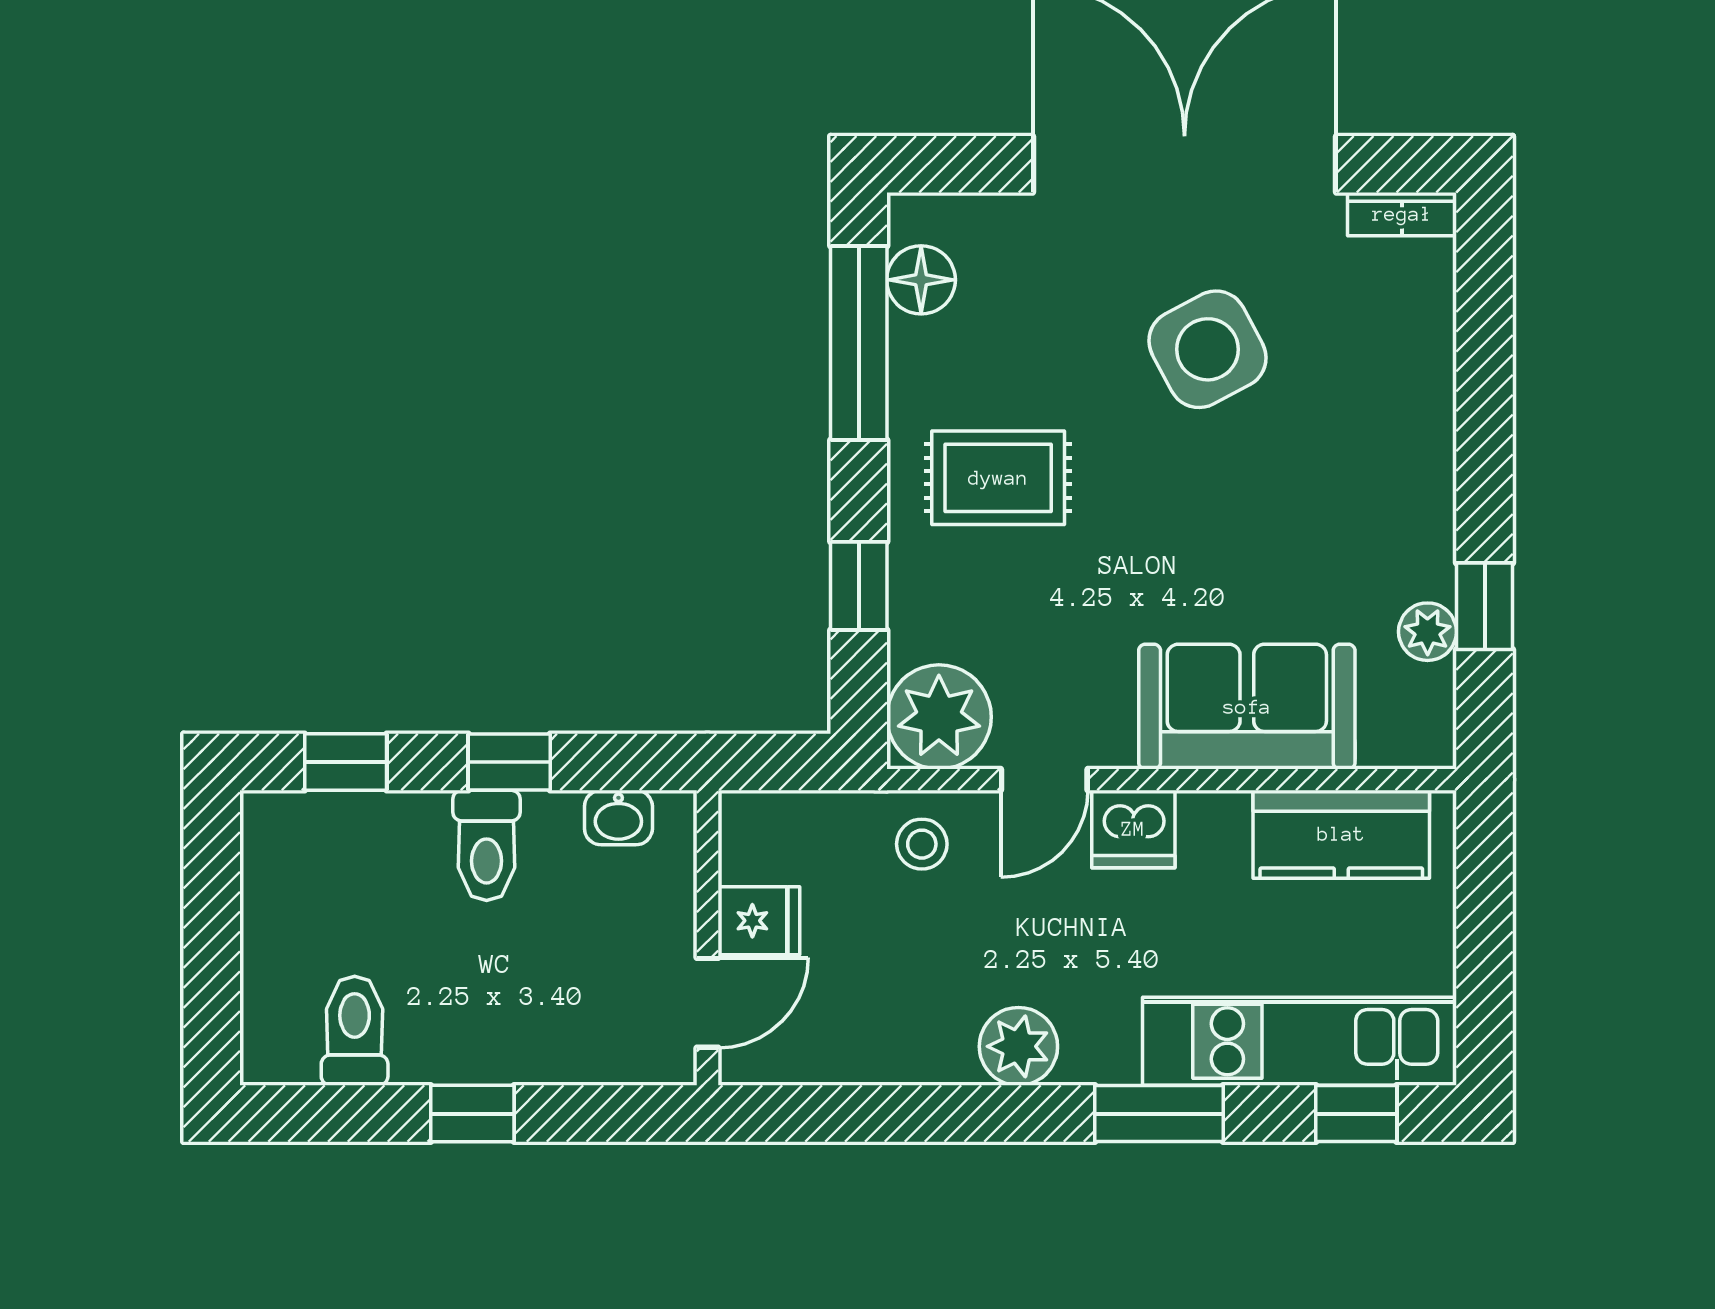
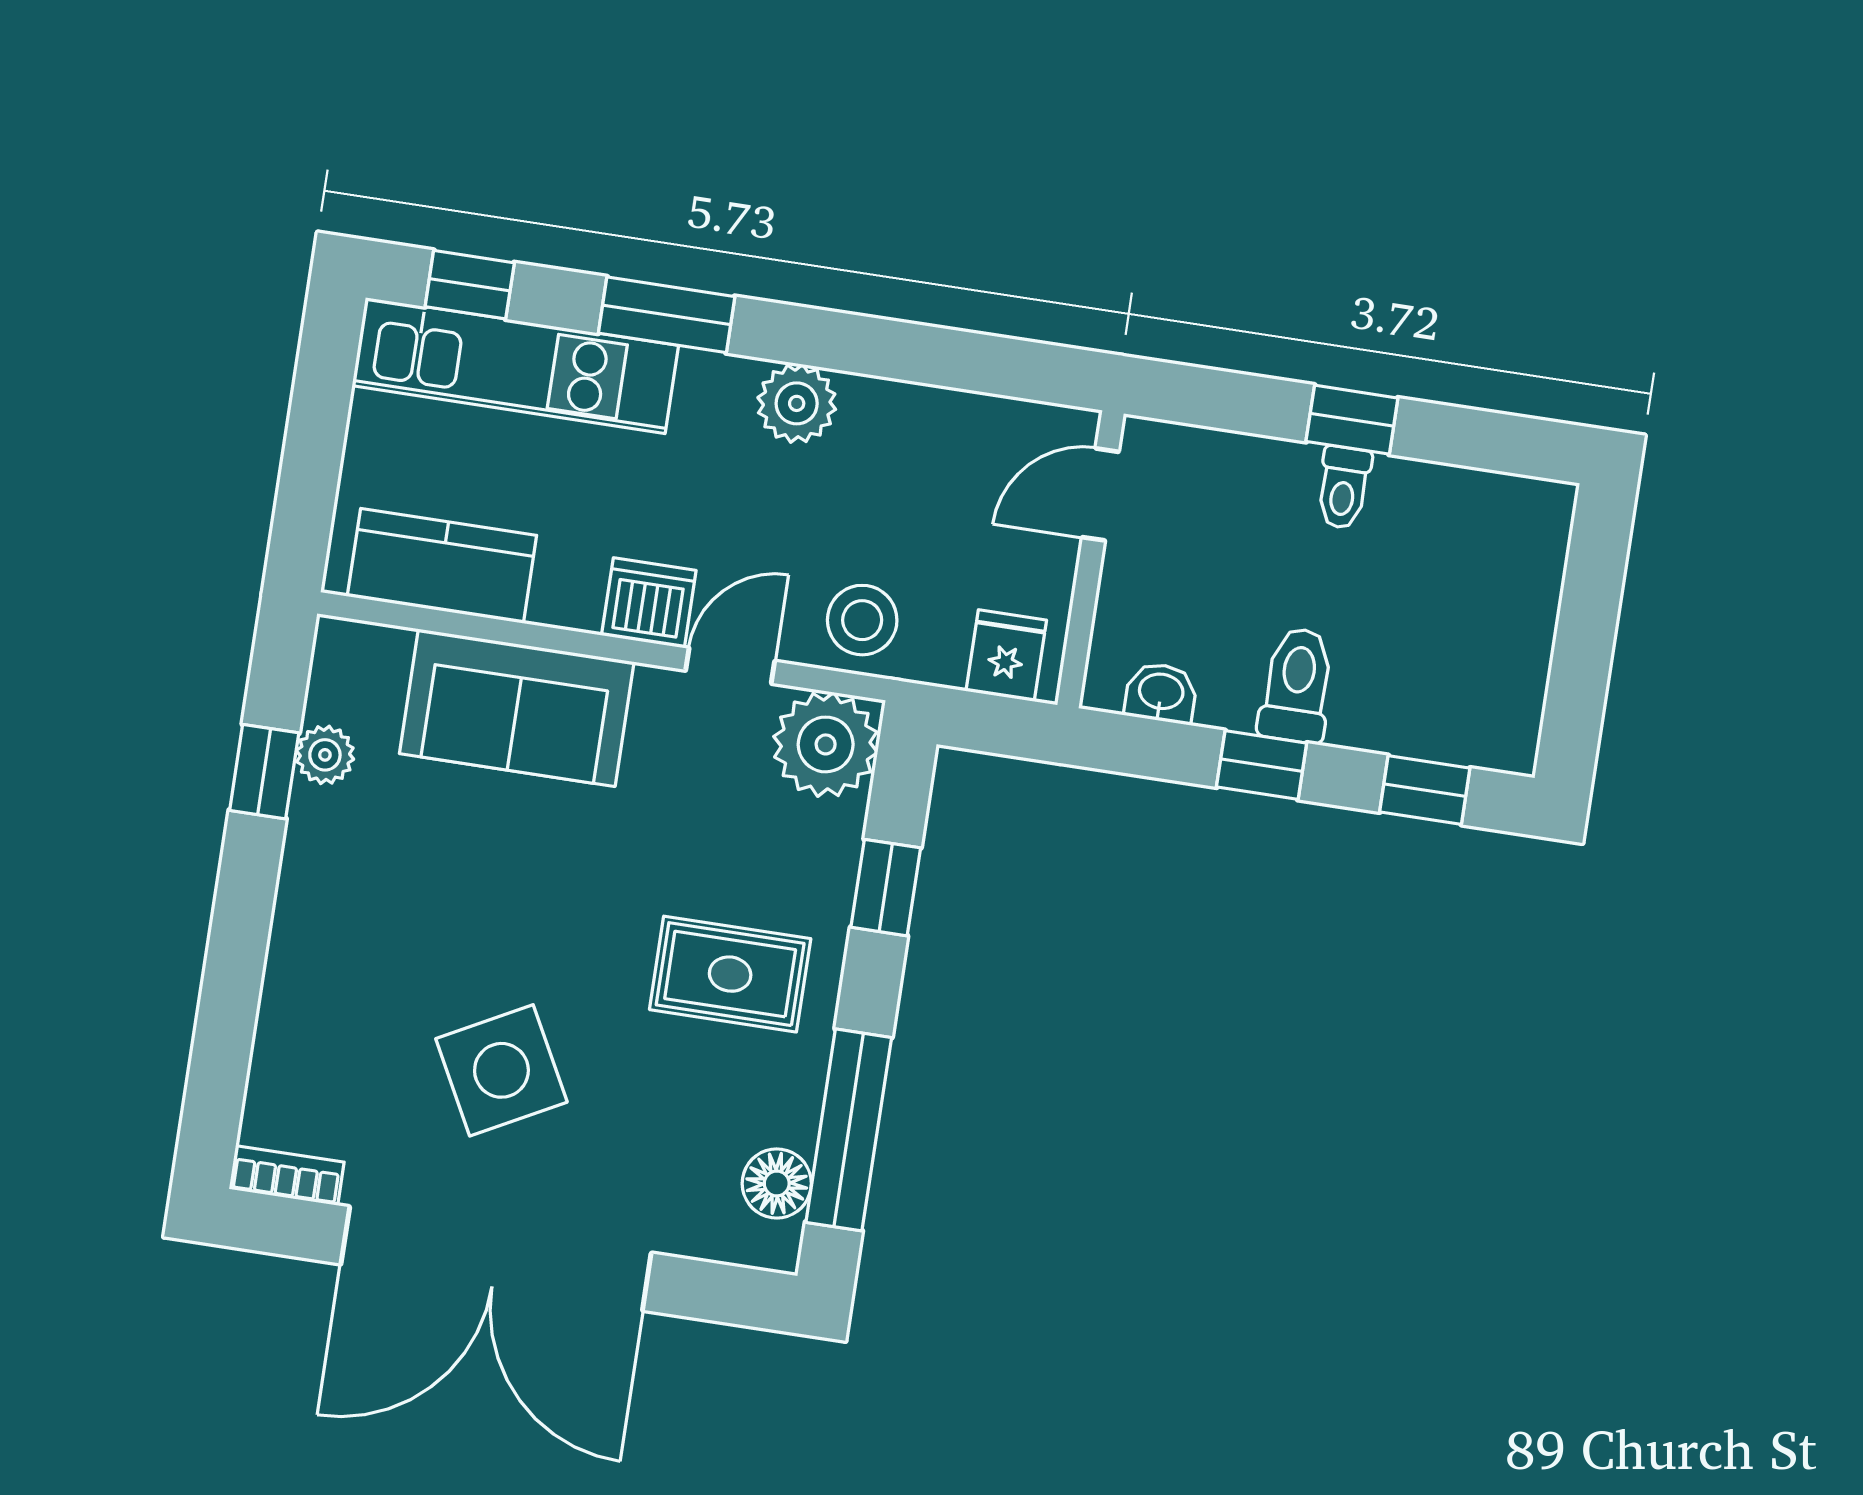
stool: (922, 844) -> (862, 620), width x1.37, depth x1.37
fridge: (759, 921) -> (1006, 656), moved, turned 90
toilet: (355, 1031) -> (1343, 487), moved, width x0.73, depth x0.72

